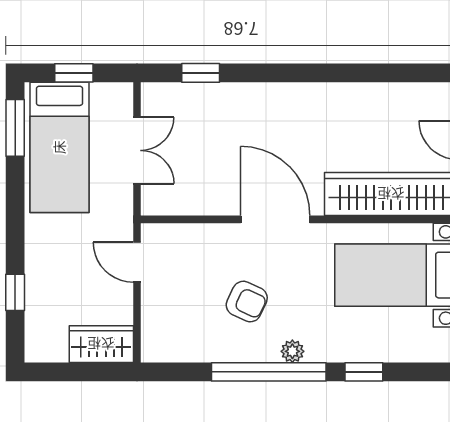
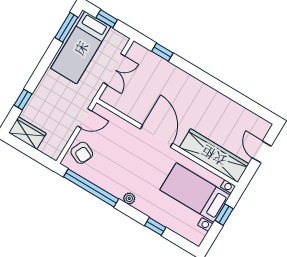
door: (137, 262) -> (84, 118), swing flipped
armchair: (247, 302) -> (82, 153), moved
wardrobe: (101, 344) -> (27, 133), moved
window: (269, 372) -> (91, 188), moved

